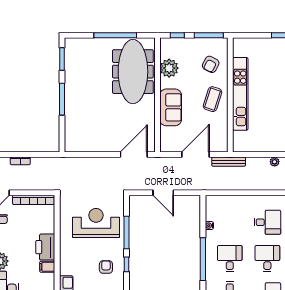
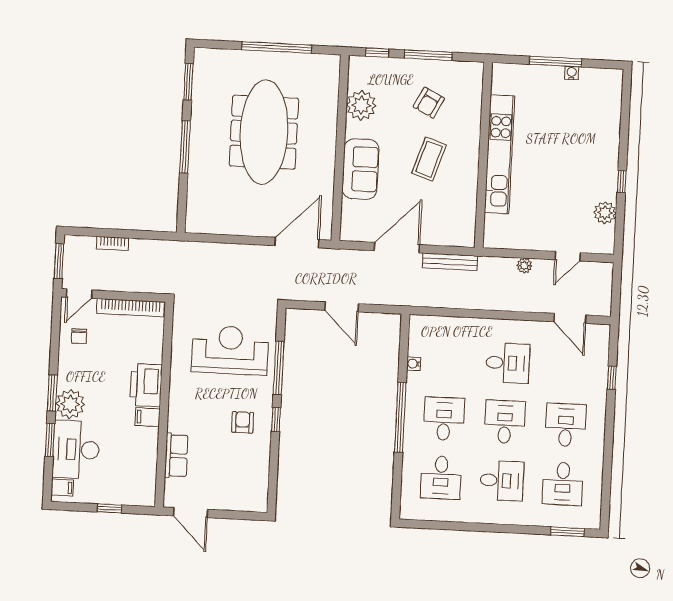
meeting table: (133, 72) -> (264, 132), moved
kitchen unit: (240, 94) -> (500, 154), moved
wall: (230, 95) -> (483, 155), moved

